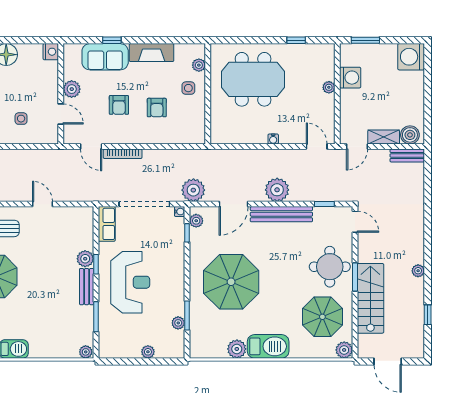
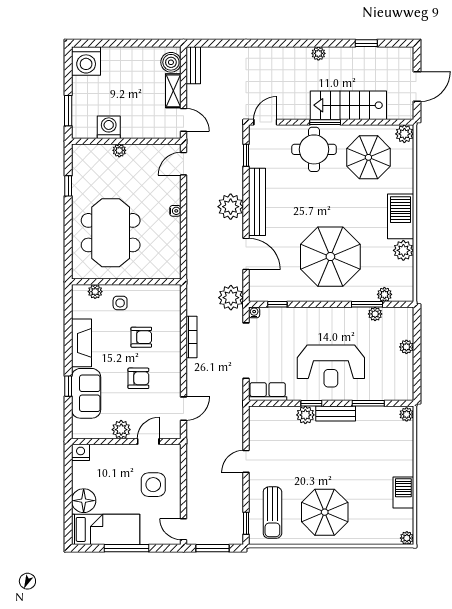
side table: (21, 119) -> (153, 485), width x1.87, depth x1.87
bookcase: (123, 154) -> (191, 337), moved
plant: (196, 221) -> (384, 294), moved
reception desk: (130, 282) -> (331, 366), turned 180

